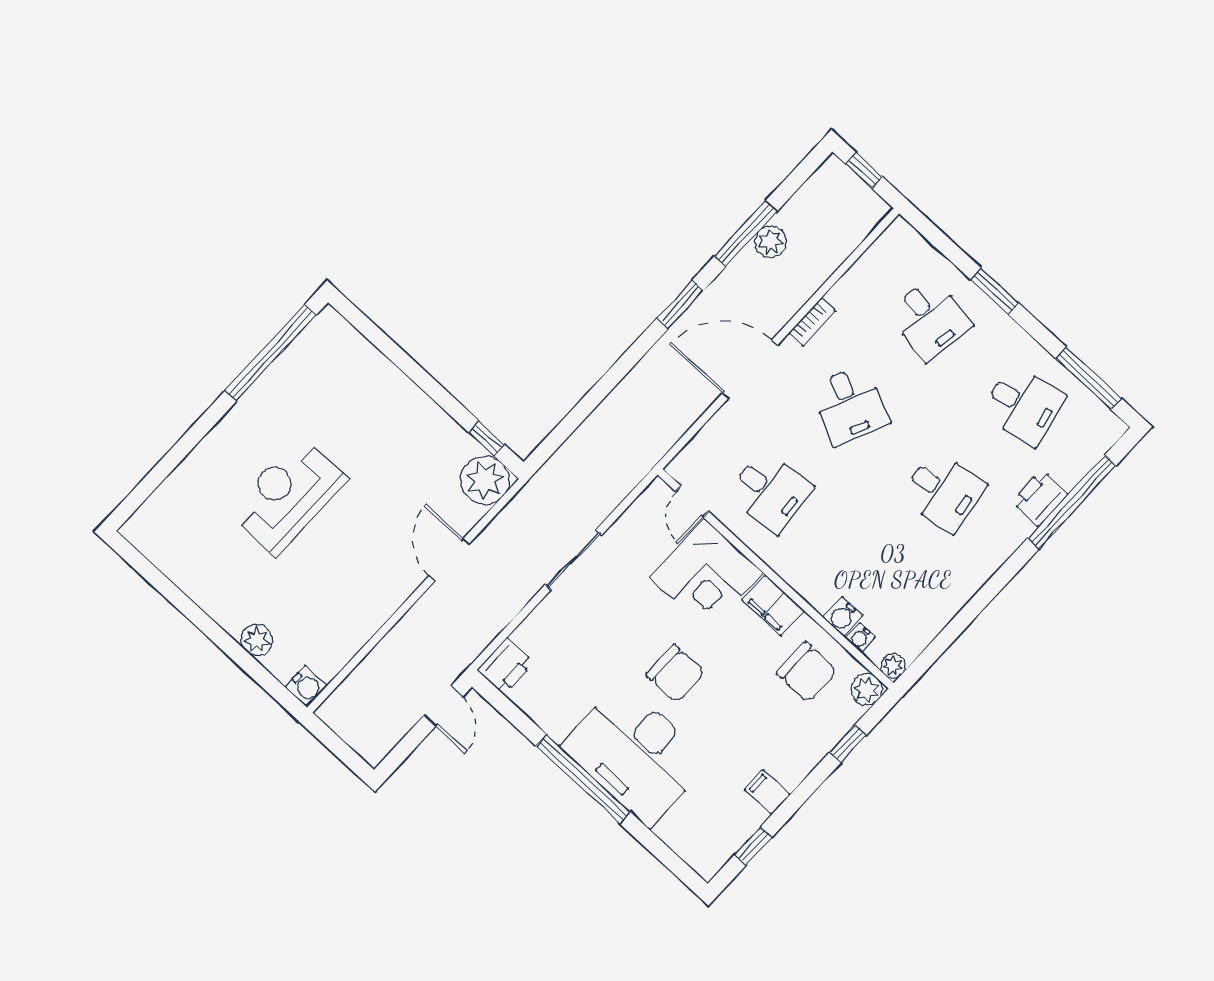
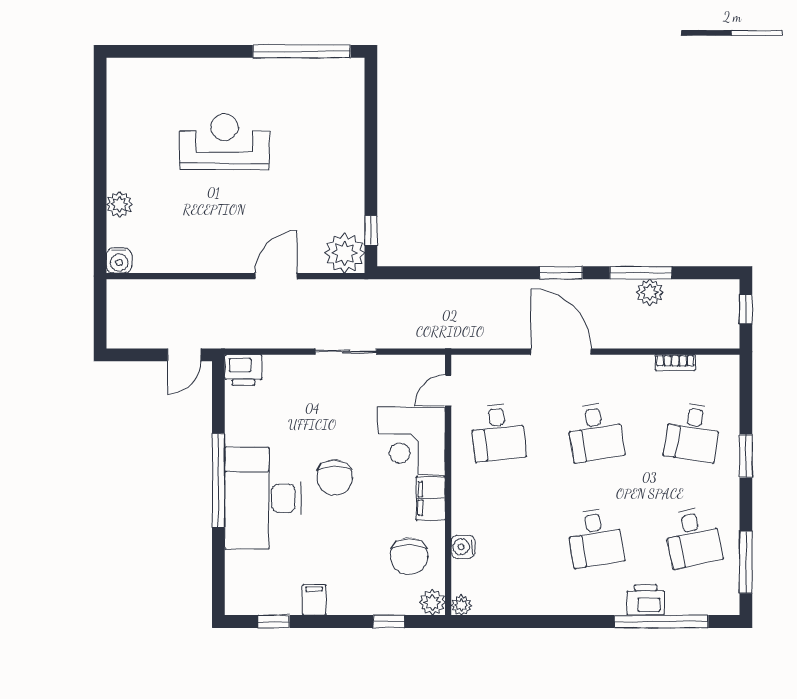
bookcase: (812, 322) -> (675, 363), moved
desk: (850, 405) -> (595, 432), turned -33
water cooler: (860, 638) -> (460, 570), removed

